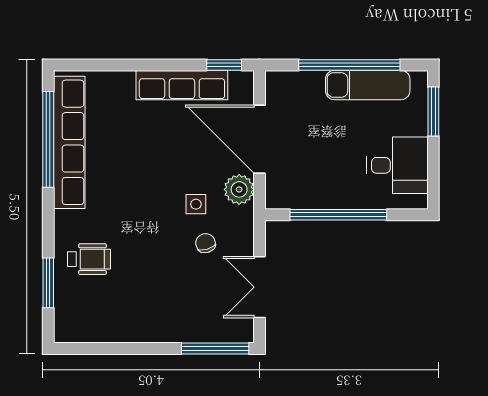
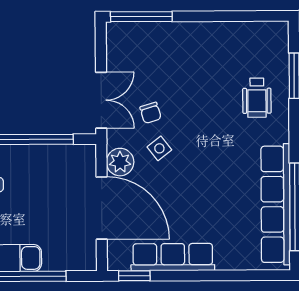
side table: (196, 204) -> (159, 148), turned -38
wheelchair: (89, 259) -> (257, 98), turned -90
double door: (259, 287) -> (101, 100), moved

